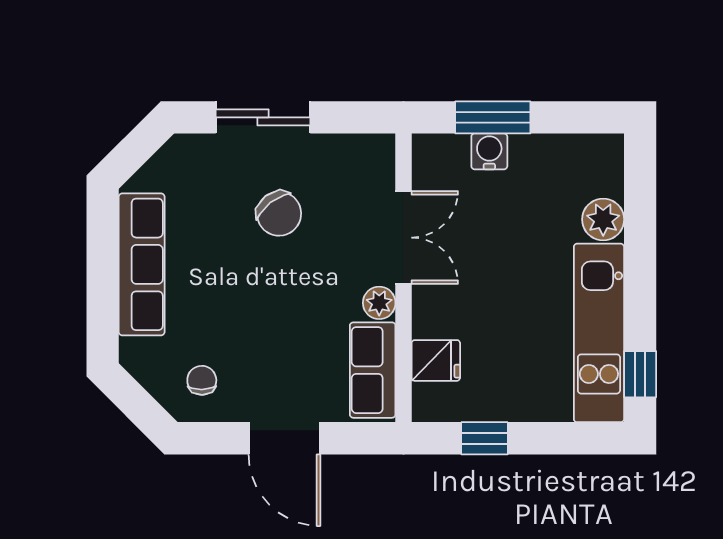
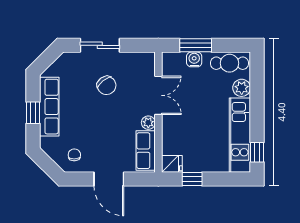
cafe table: (574, 160) -> (229, 63), added
window: (103, 279) -> (33, 113), added
fridge: (436, 360) -> (172, 164), moved

